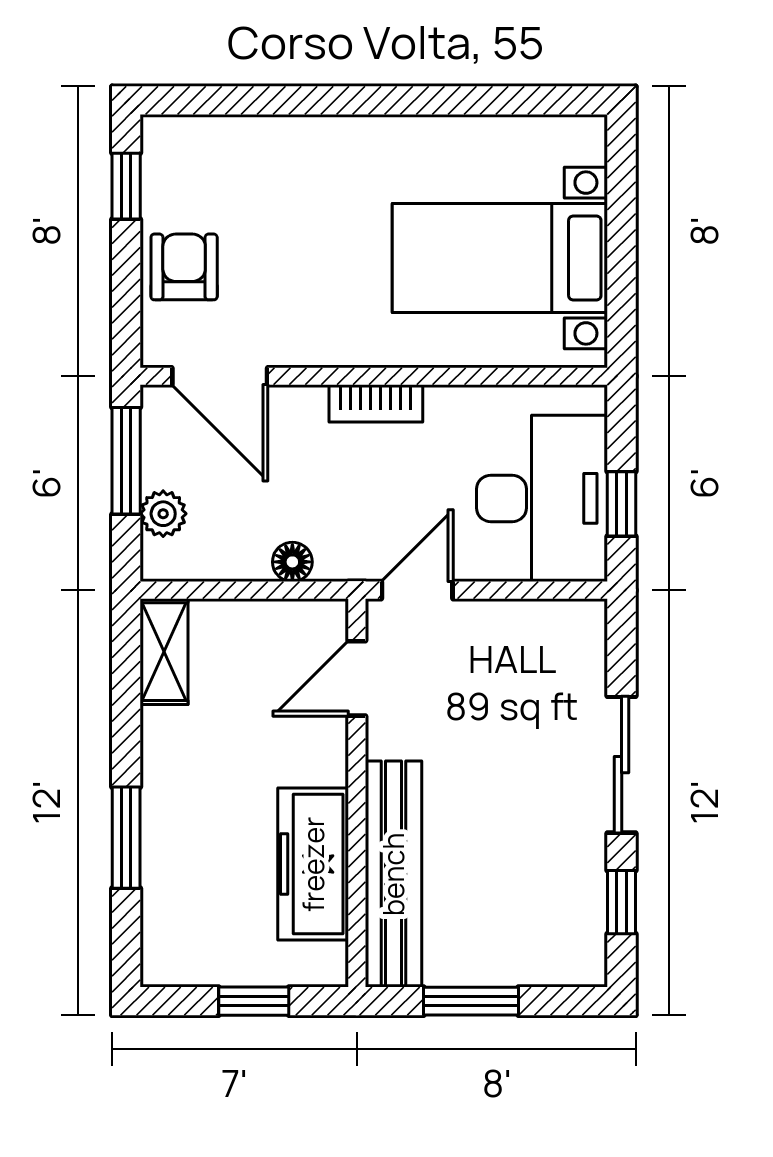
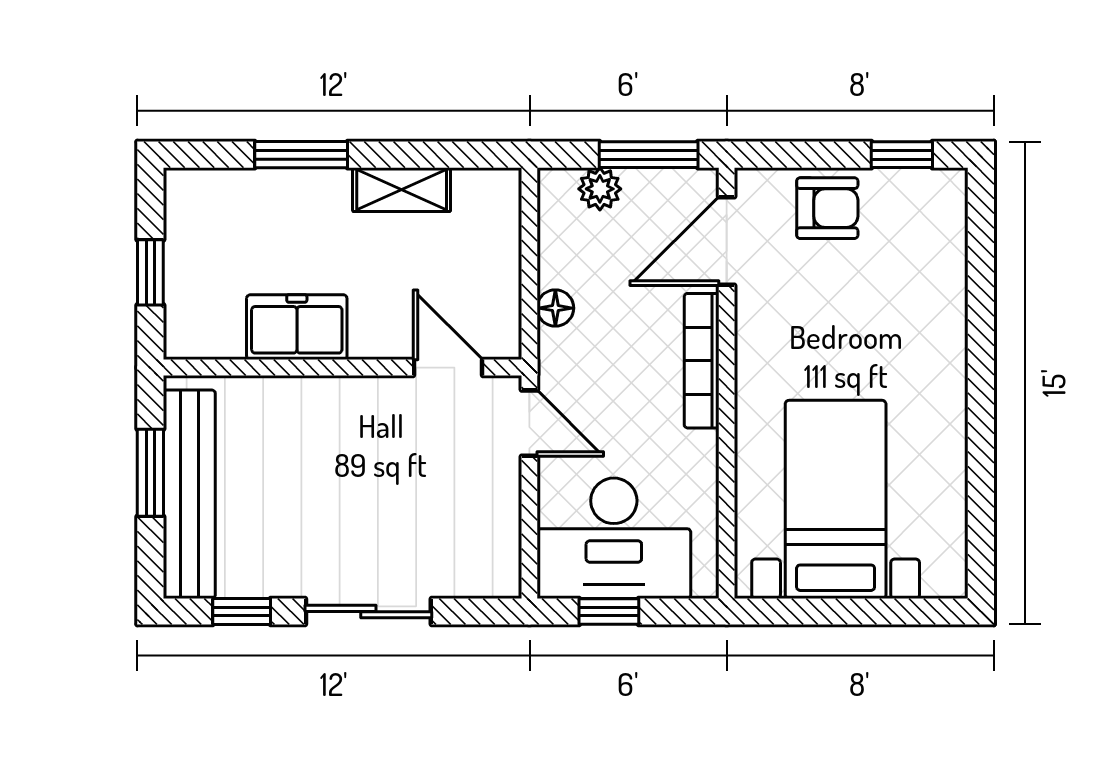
bookcase: (376, 403) -> (702, 361), width x1.56
shelving: (164, 652) -> (402, 190), moved
freezer: (313, 864) -> (297, 327), width x0.71
bench: (393, 874) -> (189, 494), moved, turned 90

